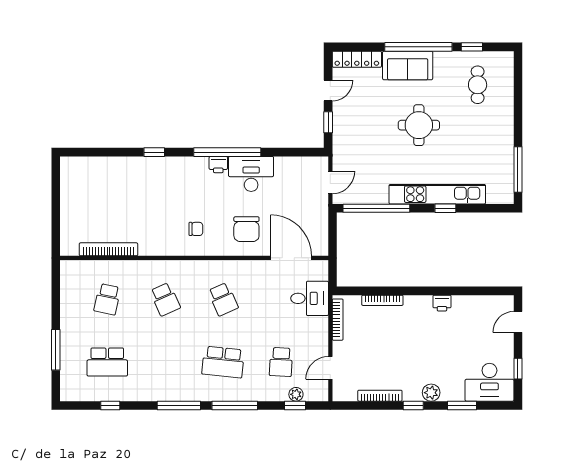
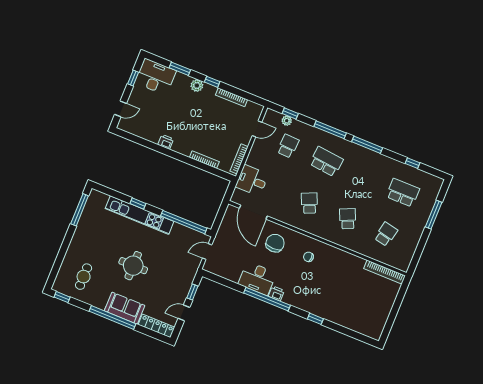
window: (472, 47) -> (62, 297), moved
bookcase: (108, 249) -> (385, 272), moved

